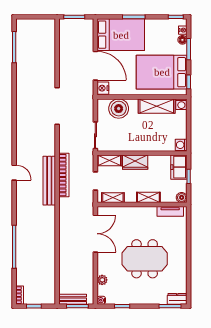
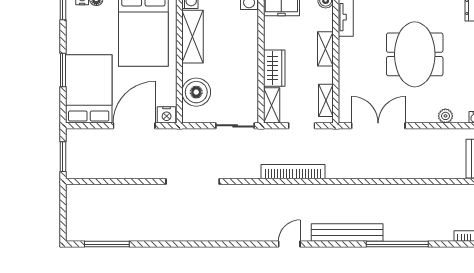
bench: (49, 181) -> (347, 233), moved

